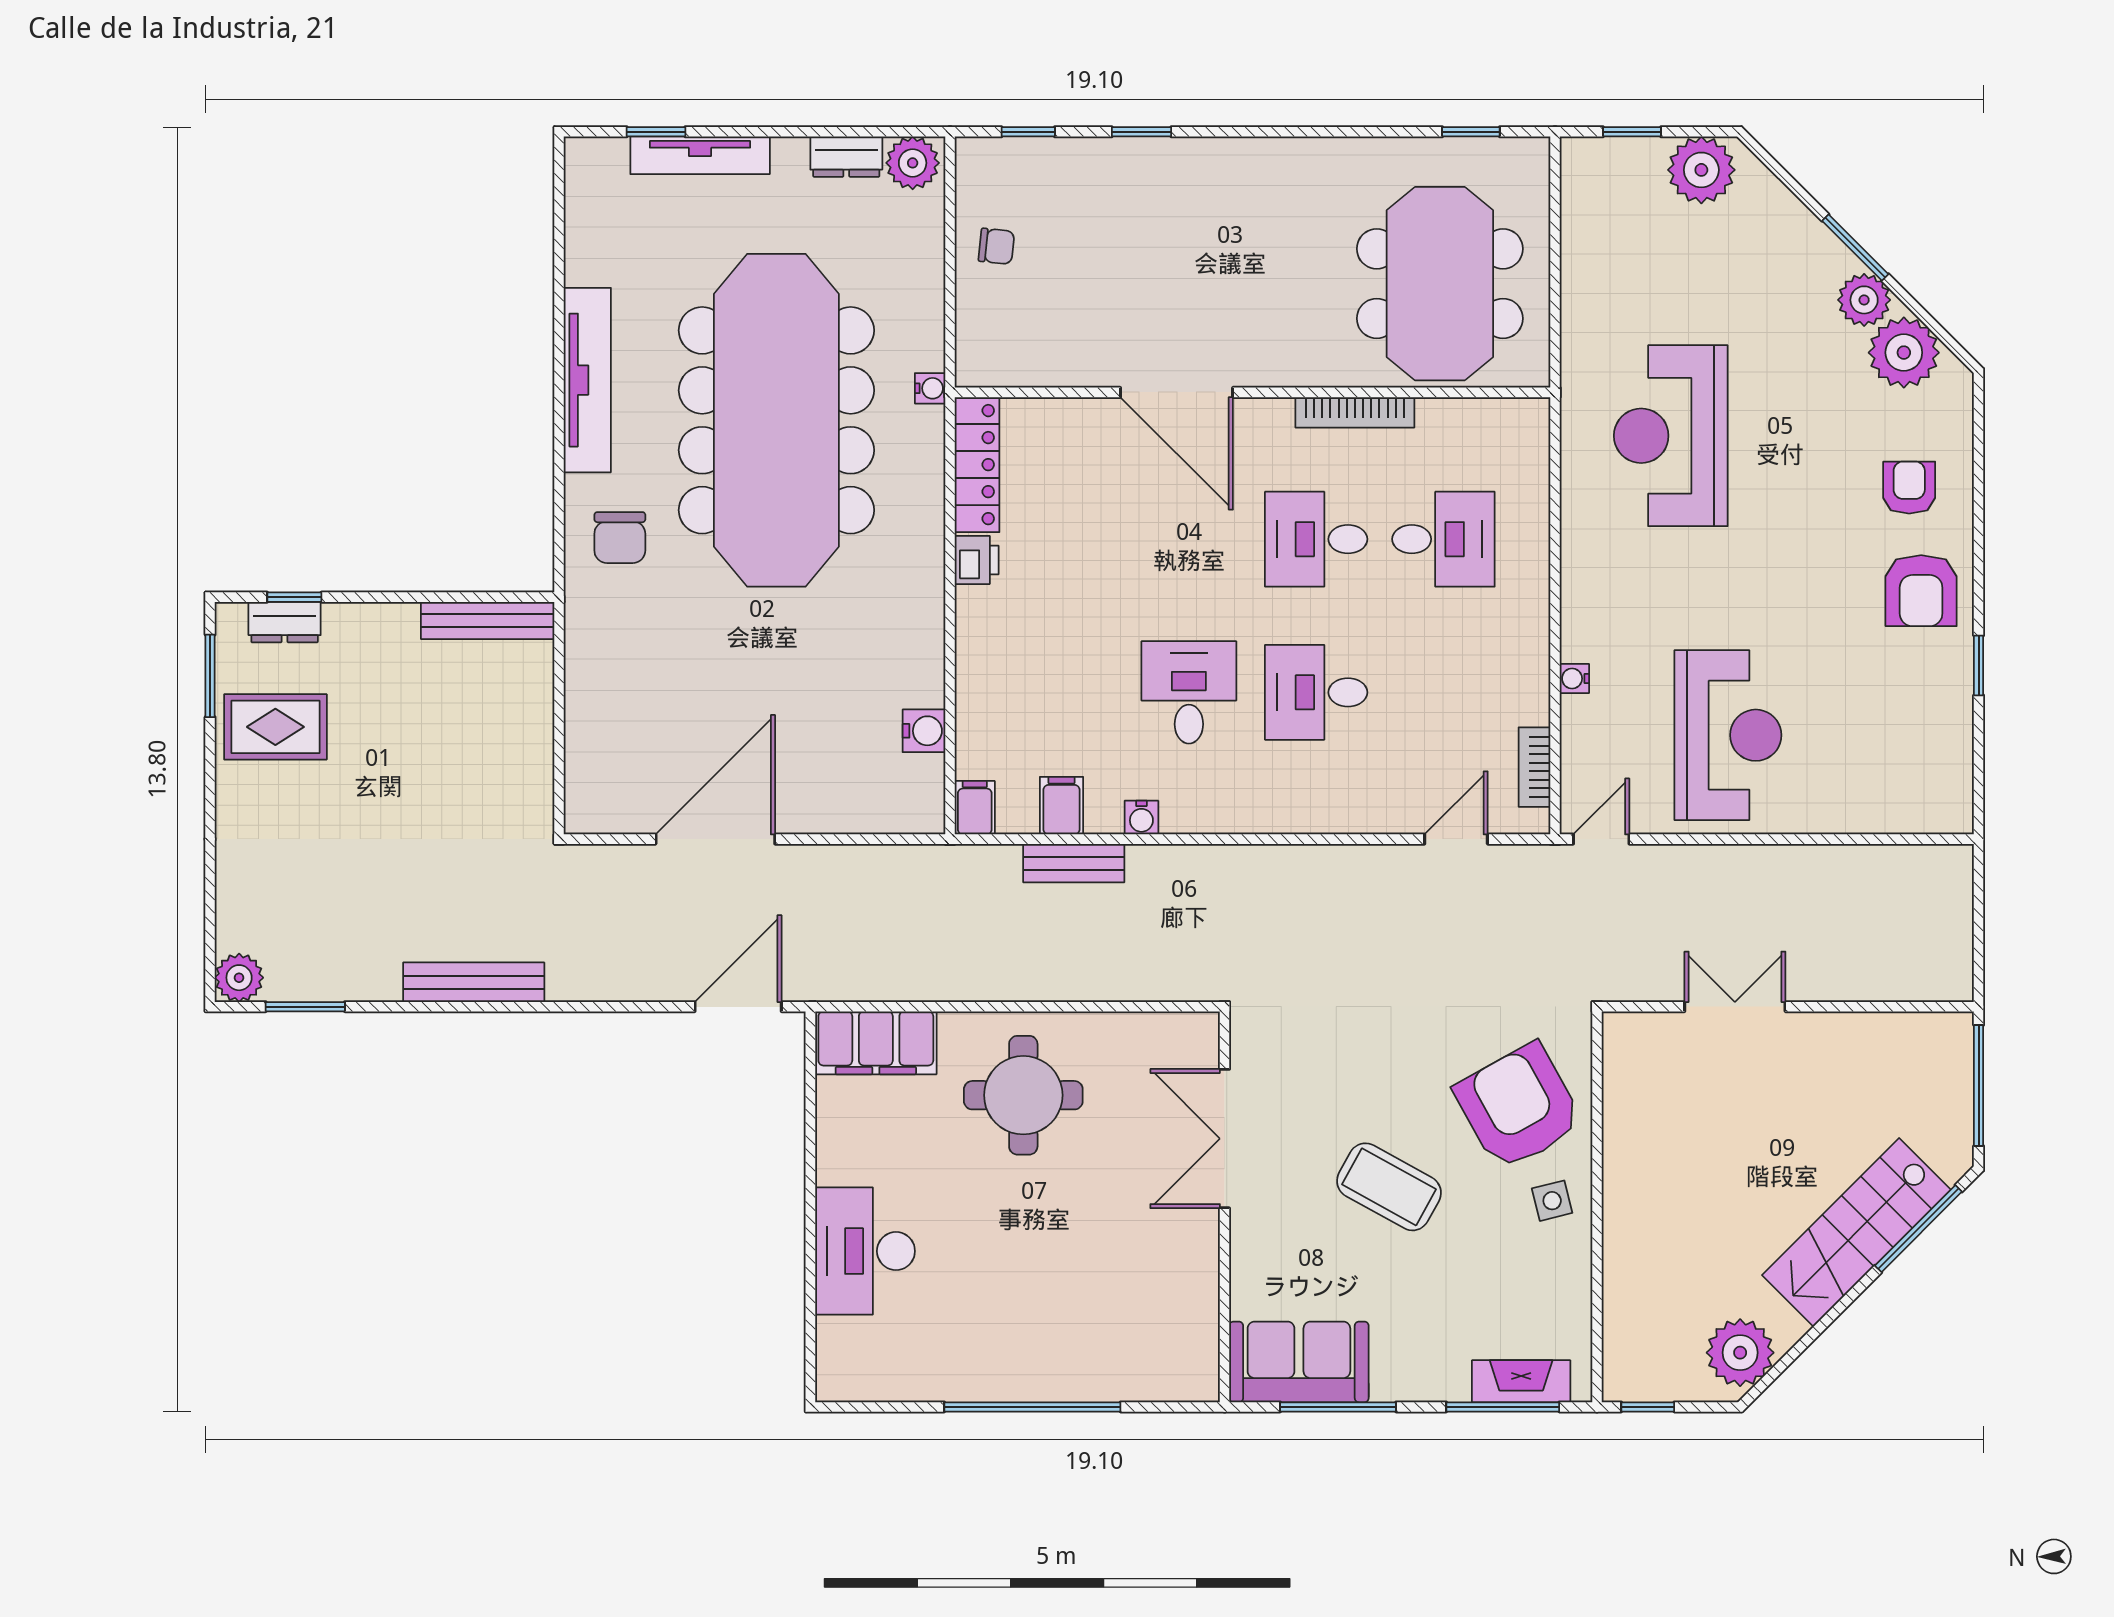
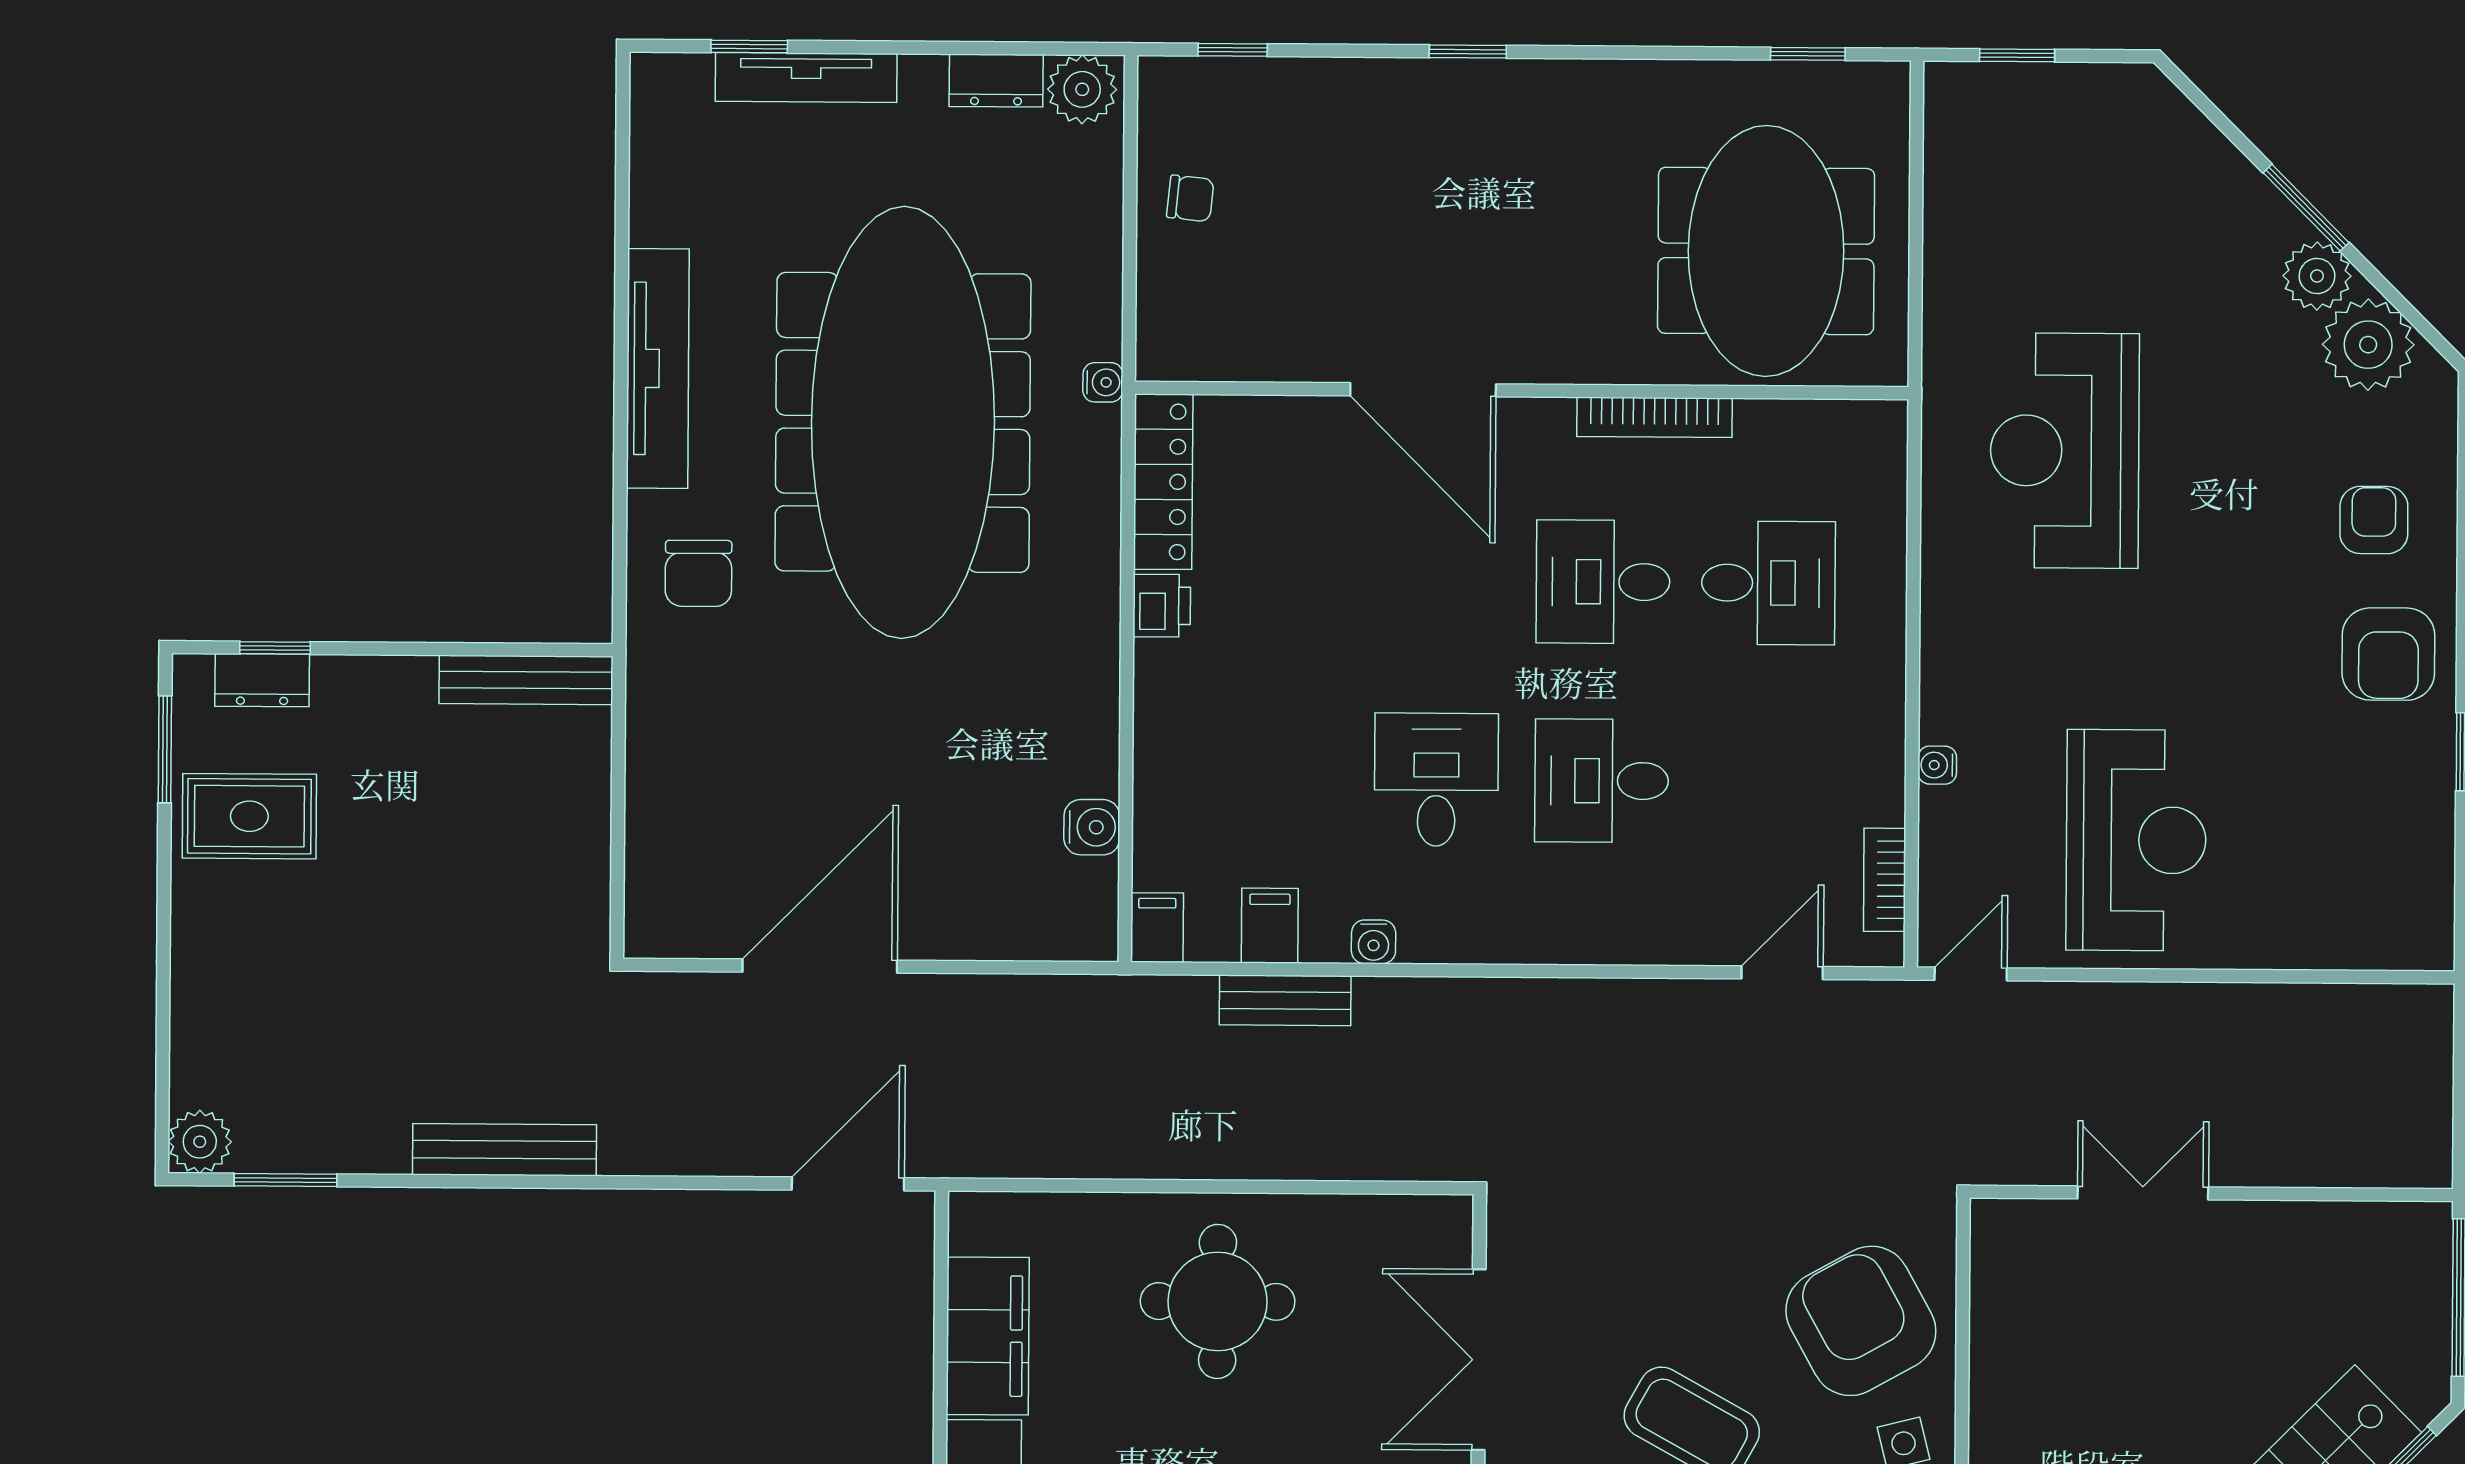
window: (1141, 132) -> (1468, 52), moved
plant: (1701, 170) -> (2107, 106), removed
filing cabinet: (876, 1043) -> (988, 1336), moved, turned -90

